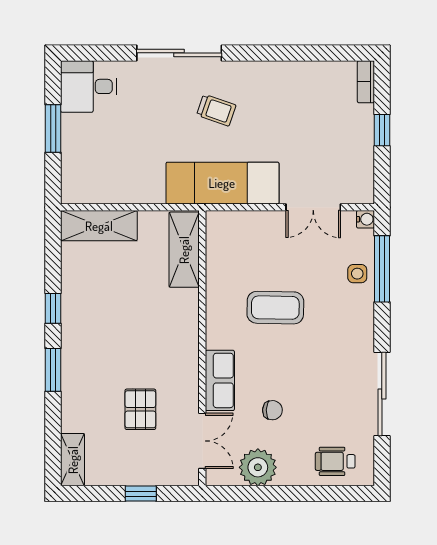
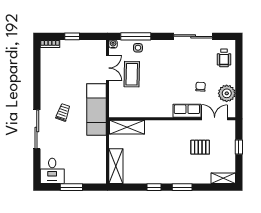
coffee table: (275, 308) -> (132, 74), moved

